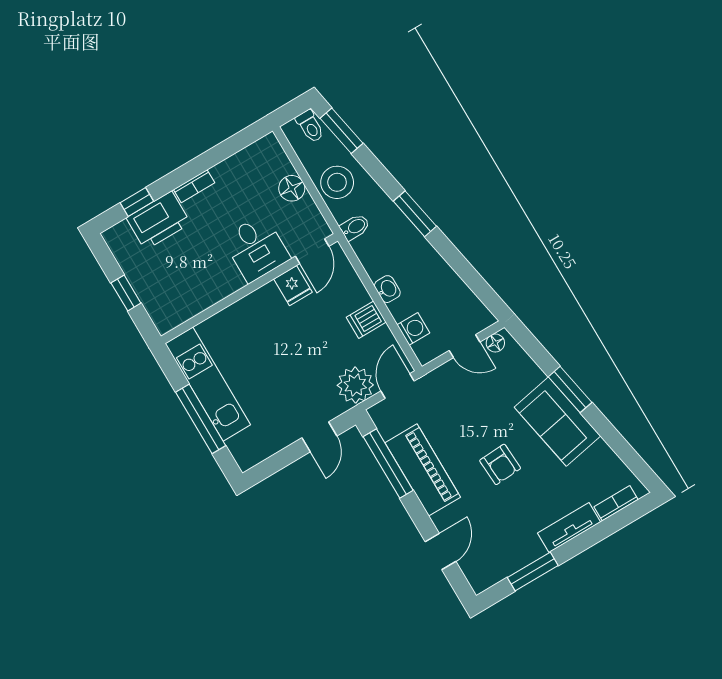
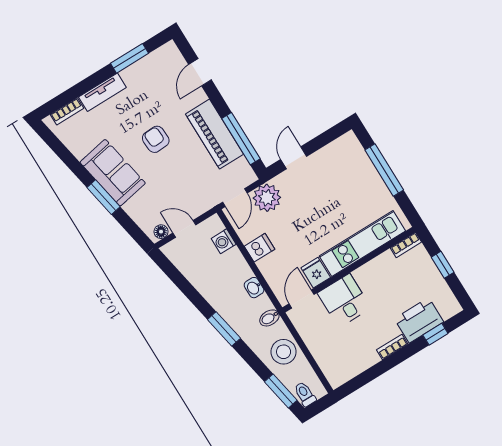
floor lamp: (292, 188) -> (318, 347), removed
washbasin: (387, 289) -> (254, 288), moved
bookcase: (174, 320) -> (406, 245), added
kitchen unit: (208, 384) -> (362, 244), moved, turned 90

